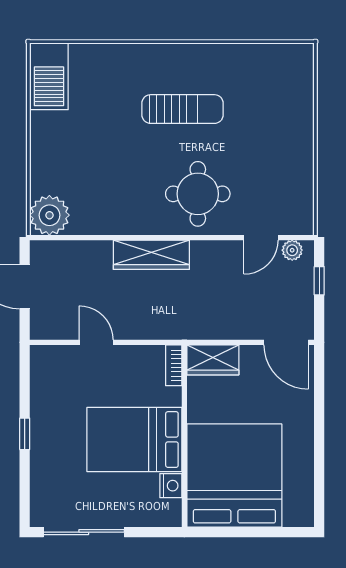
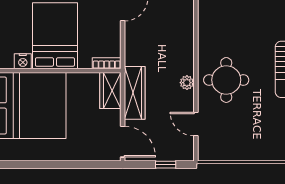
plant: (292, 250) -> (187, 83), moved
wardrobe: (151, 255) -> (135, 93), moved, turned 180
door: (286, 342) -> (123, 142), swing flipped

